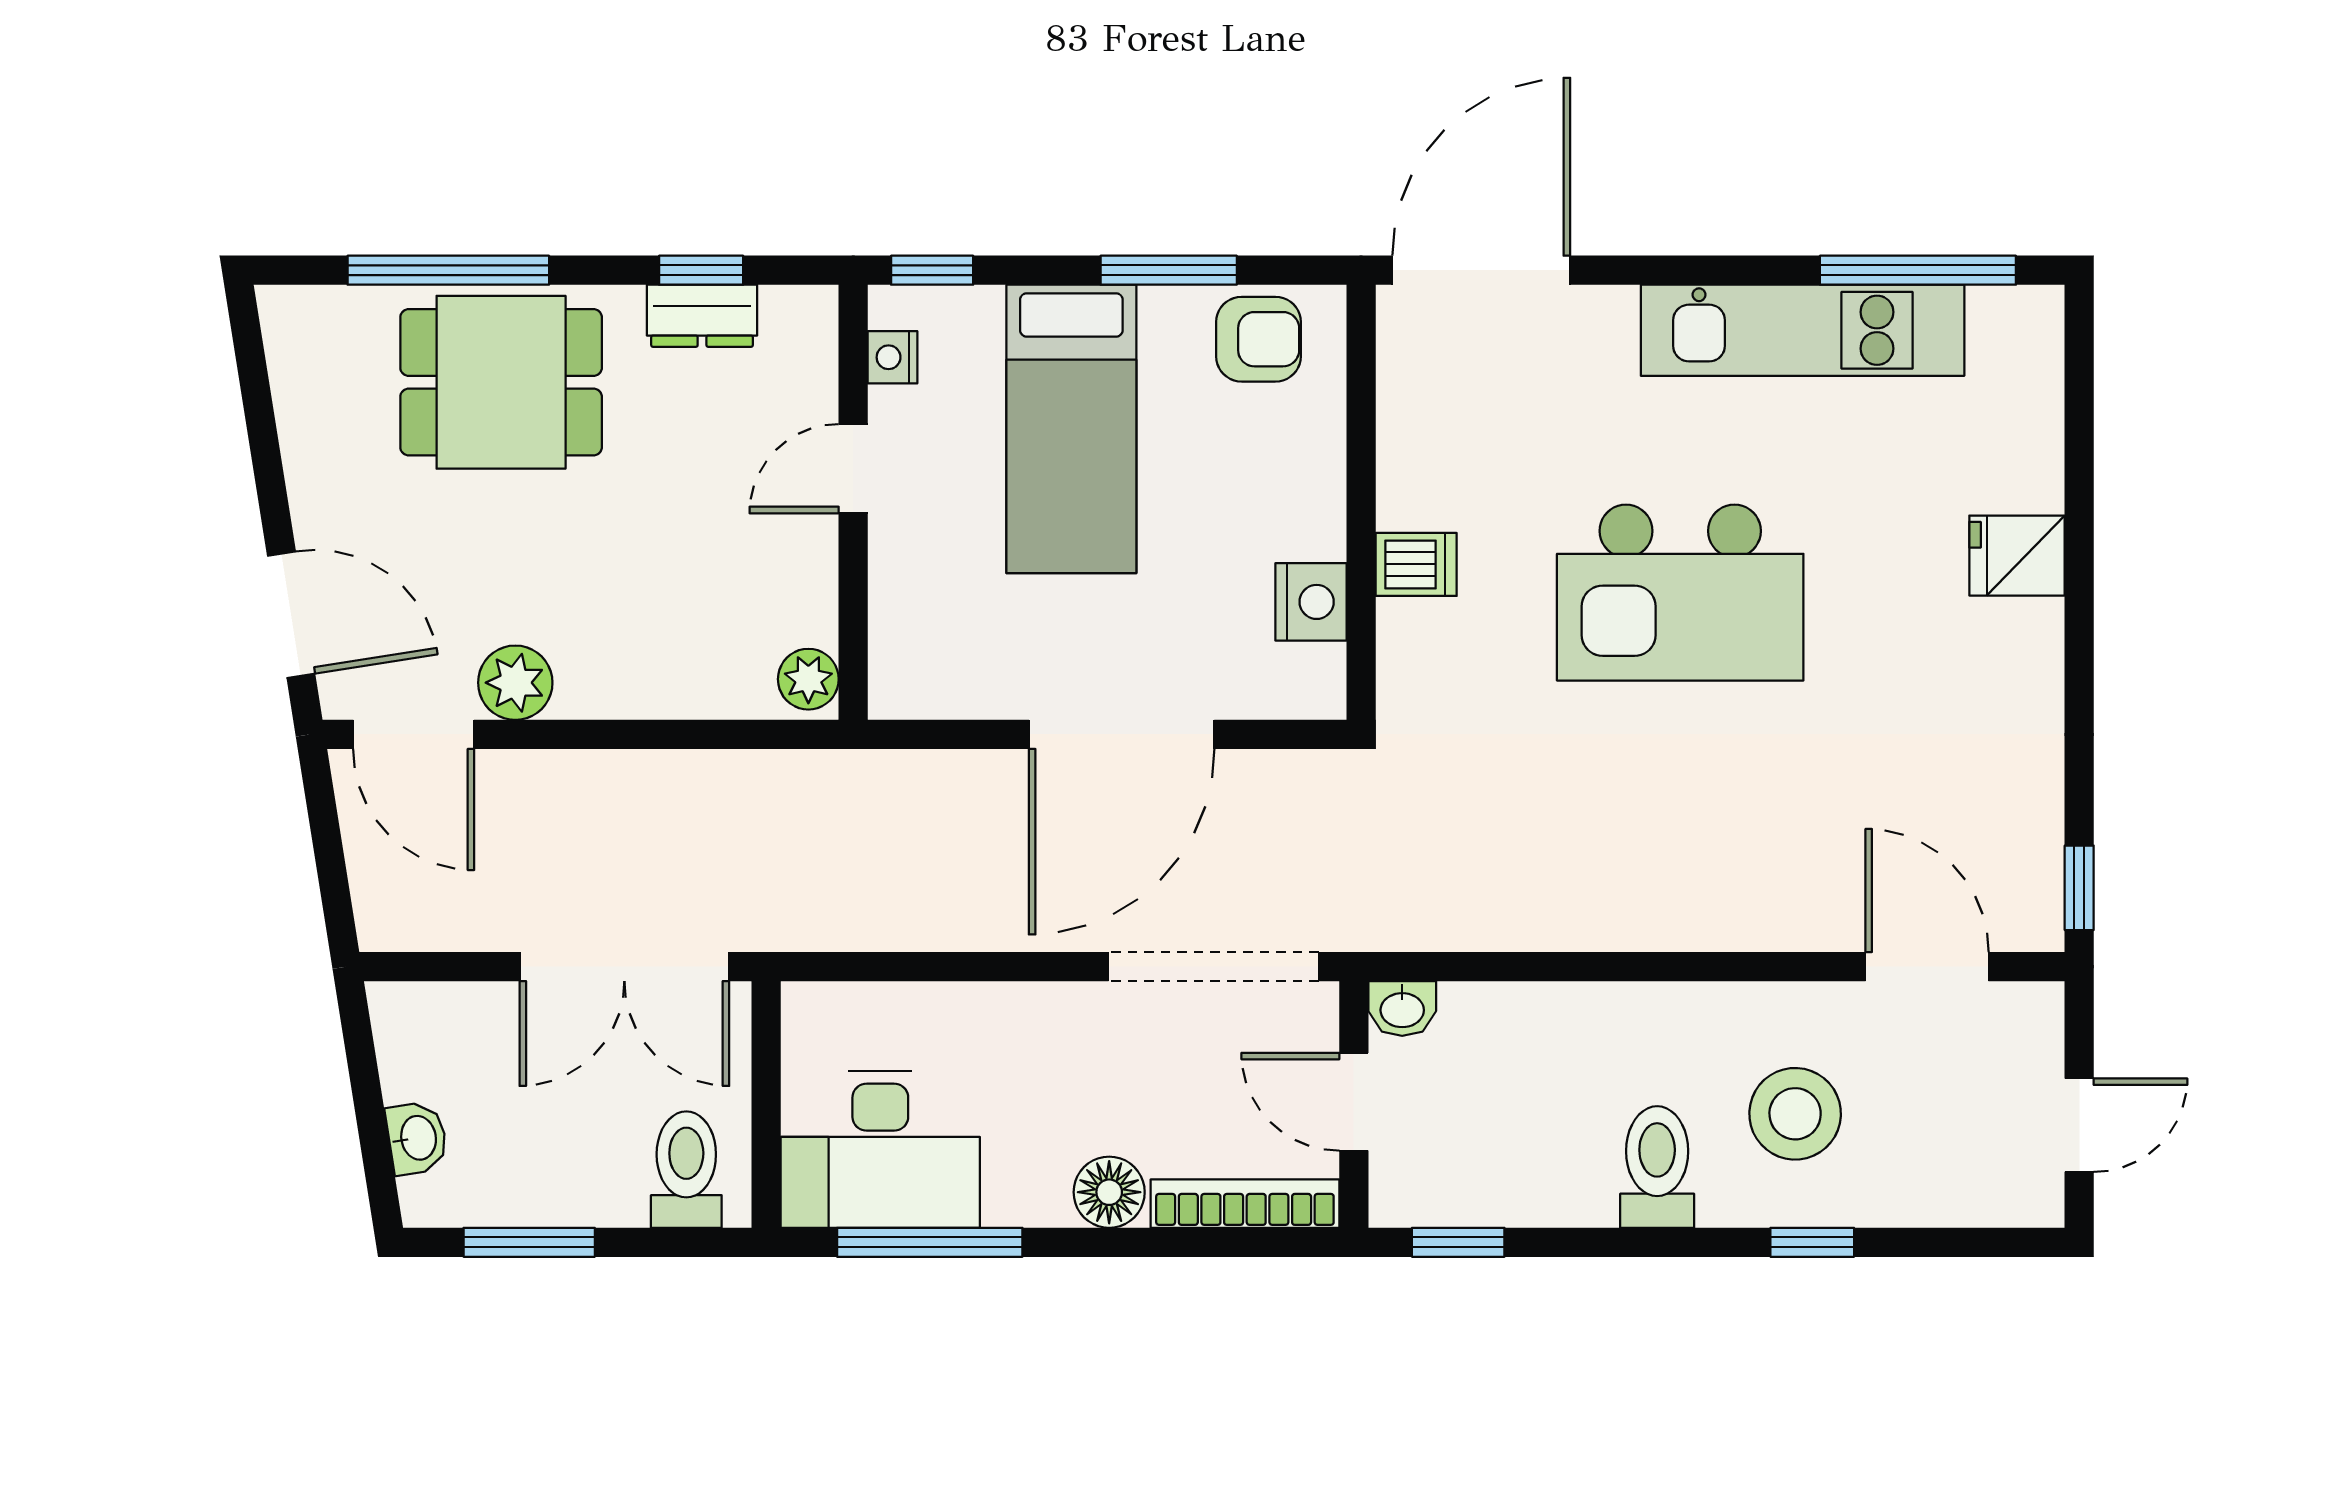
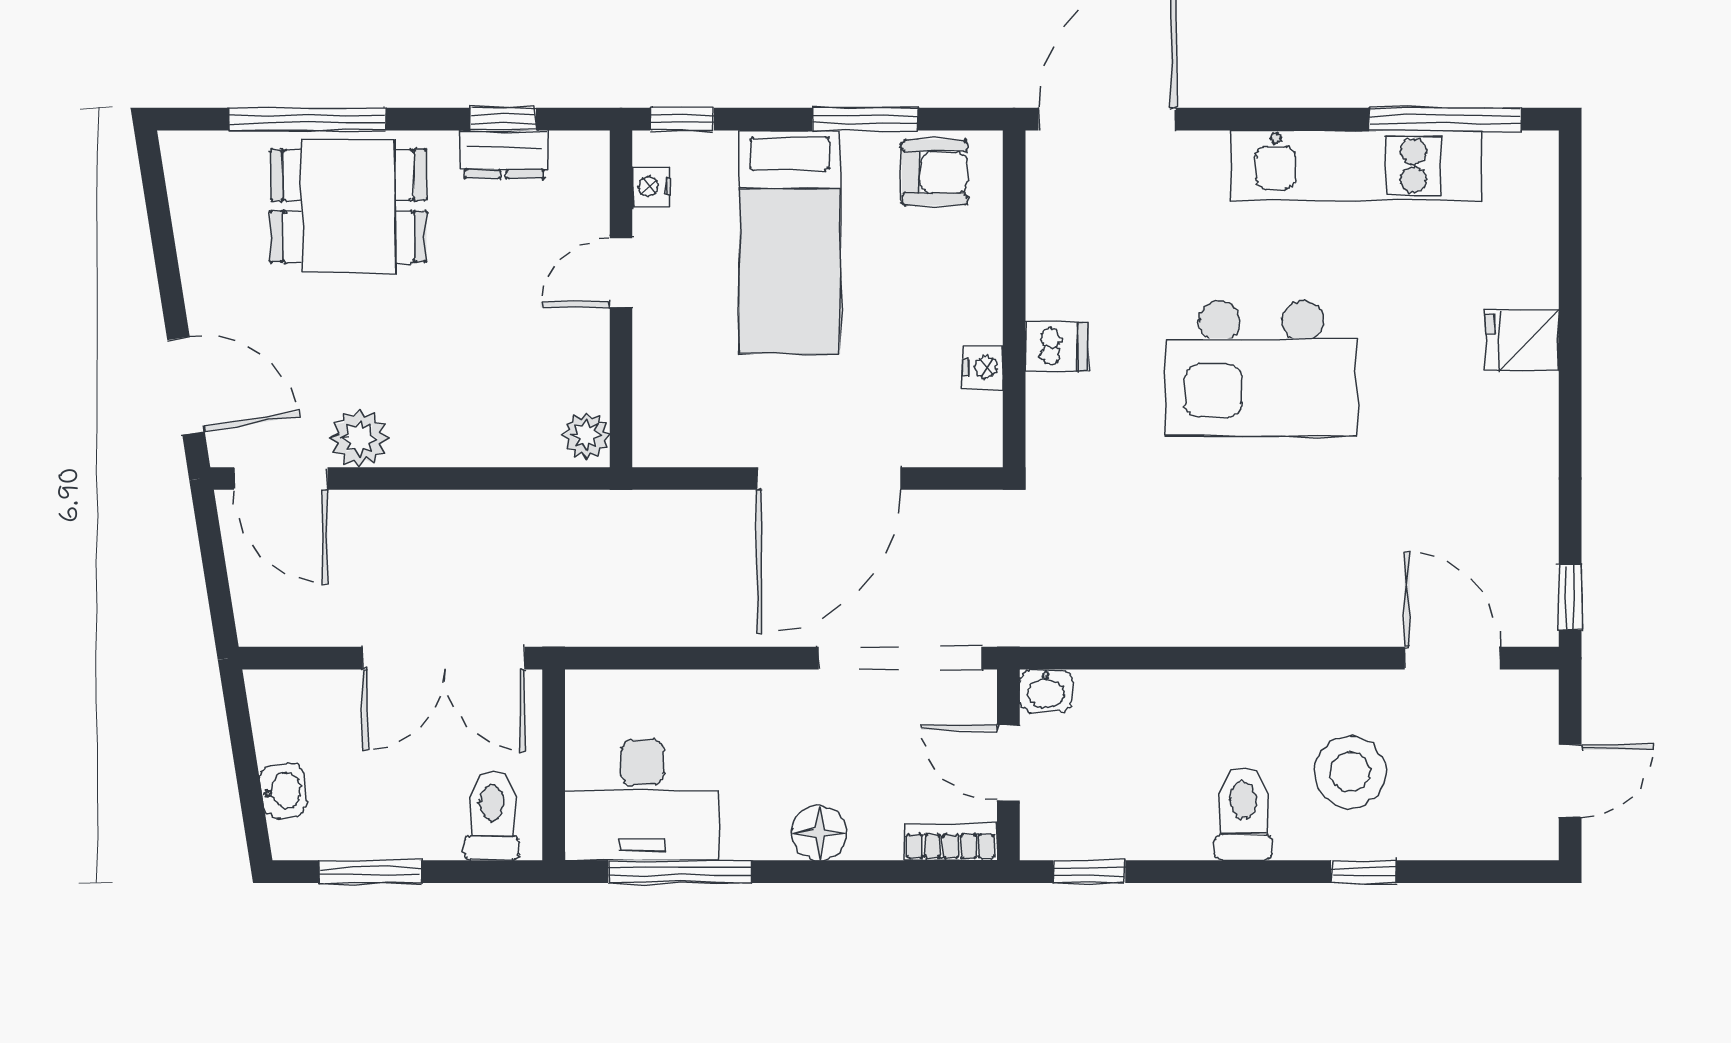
nightstand: (1311, 602) -> (982, 367), width x0.72, depth x0.74
bookcase: (1245, 1204) -> (950, 842), width x0.64

